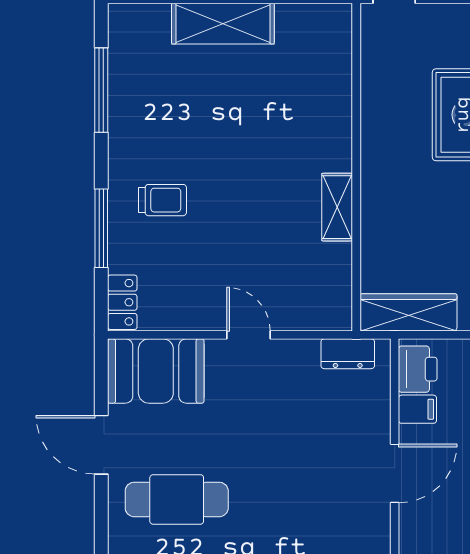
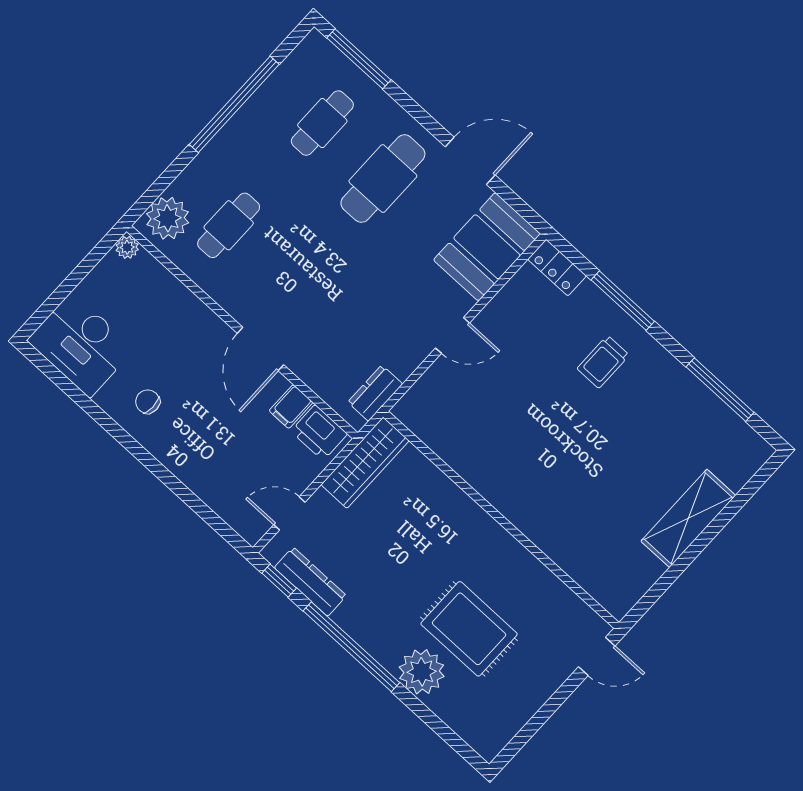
shelving: (337, 207) -> (485, 480), removed

